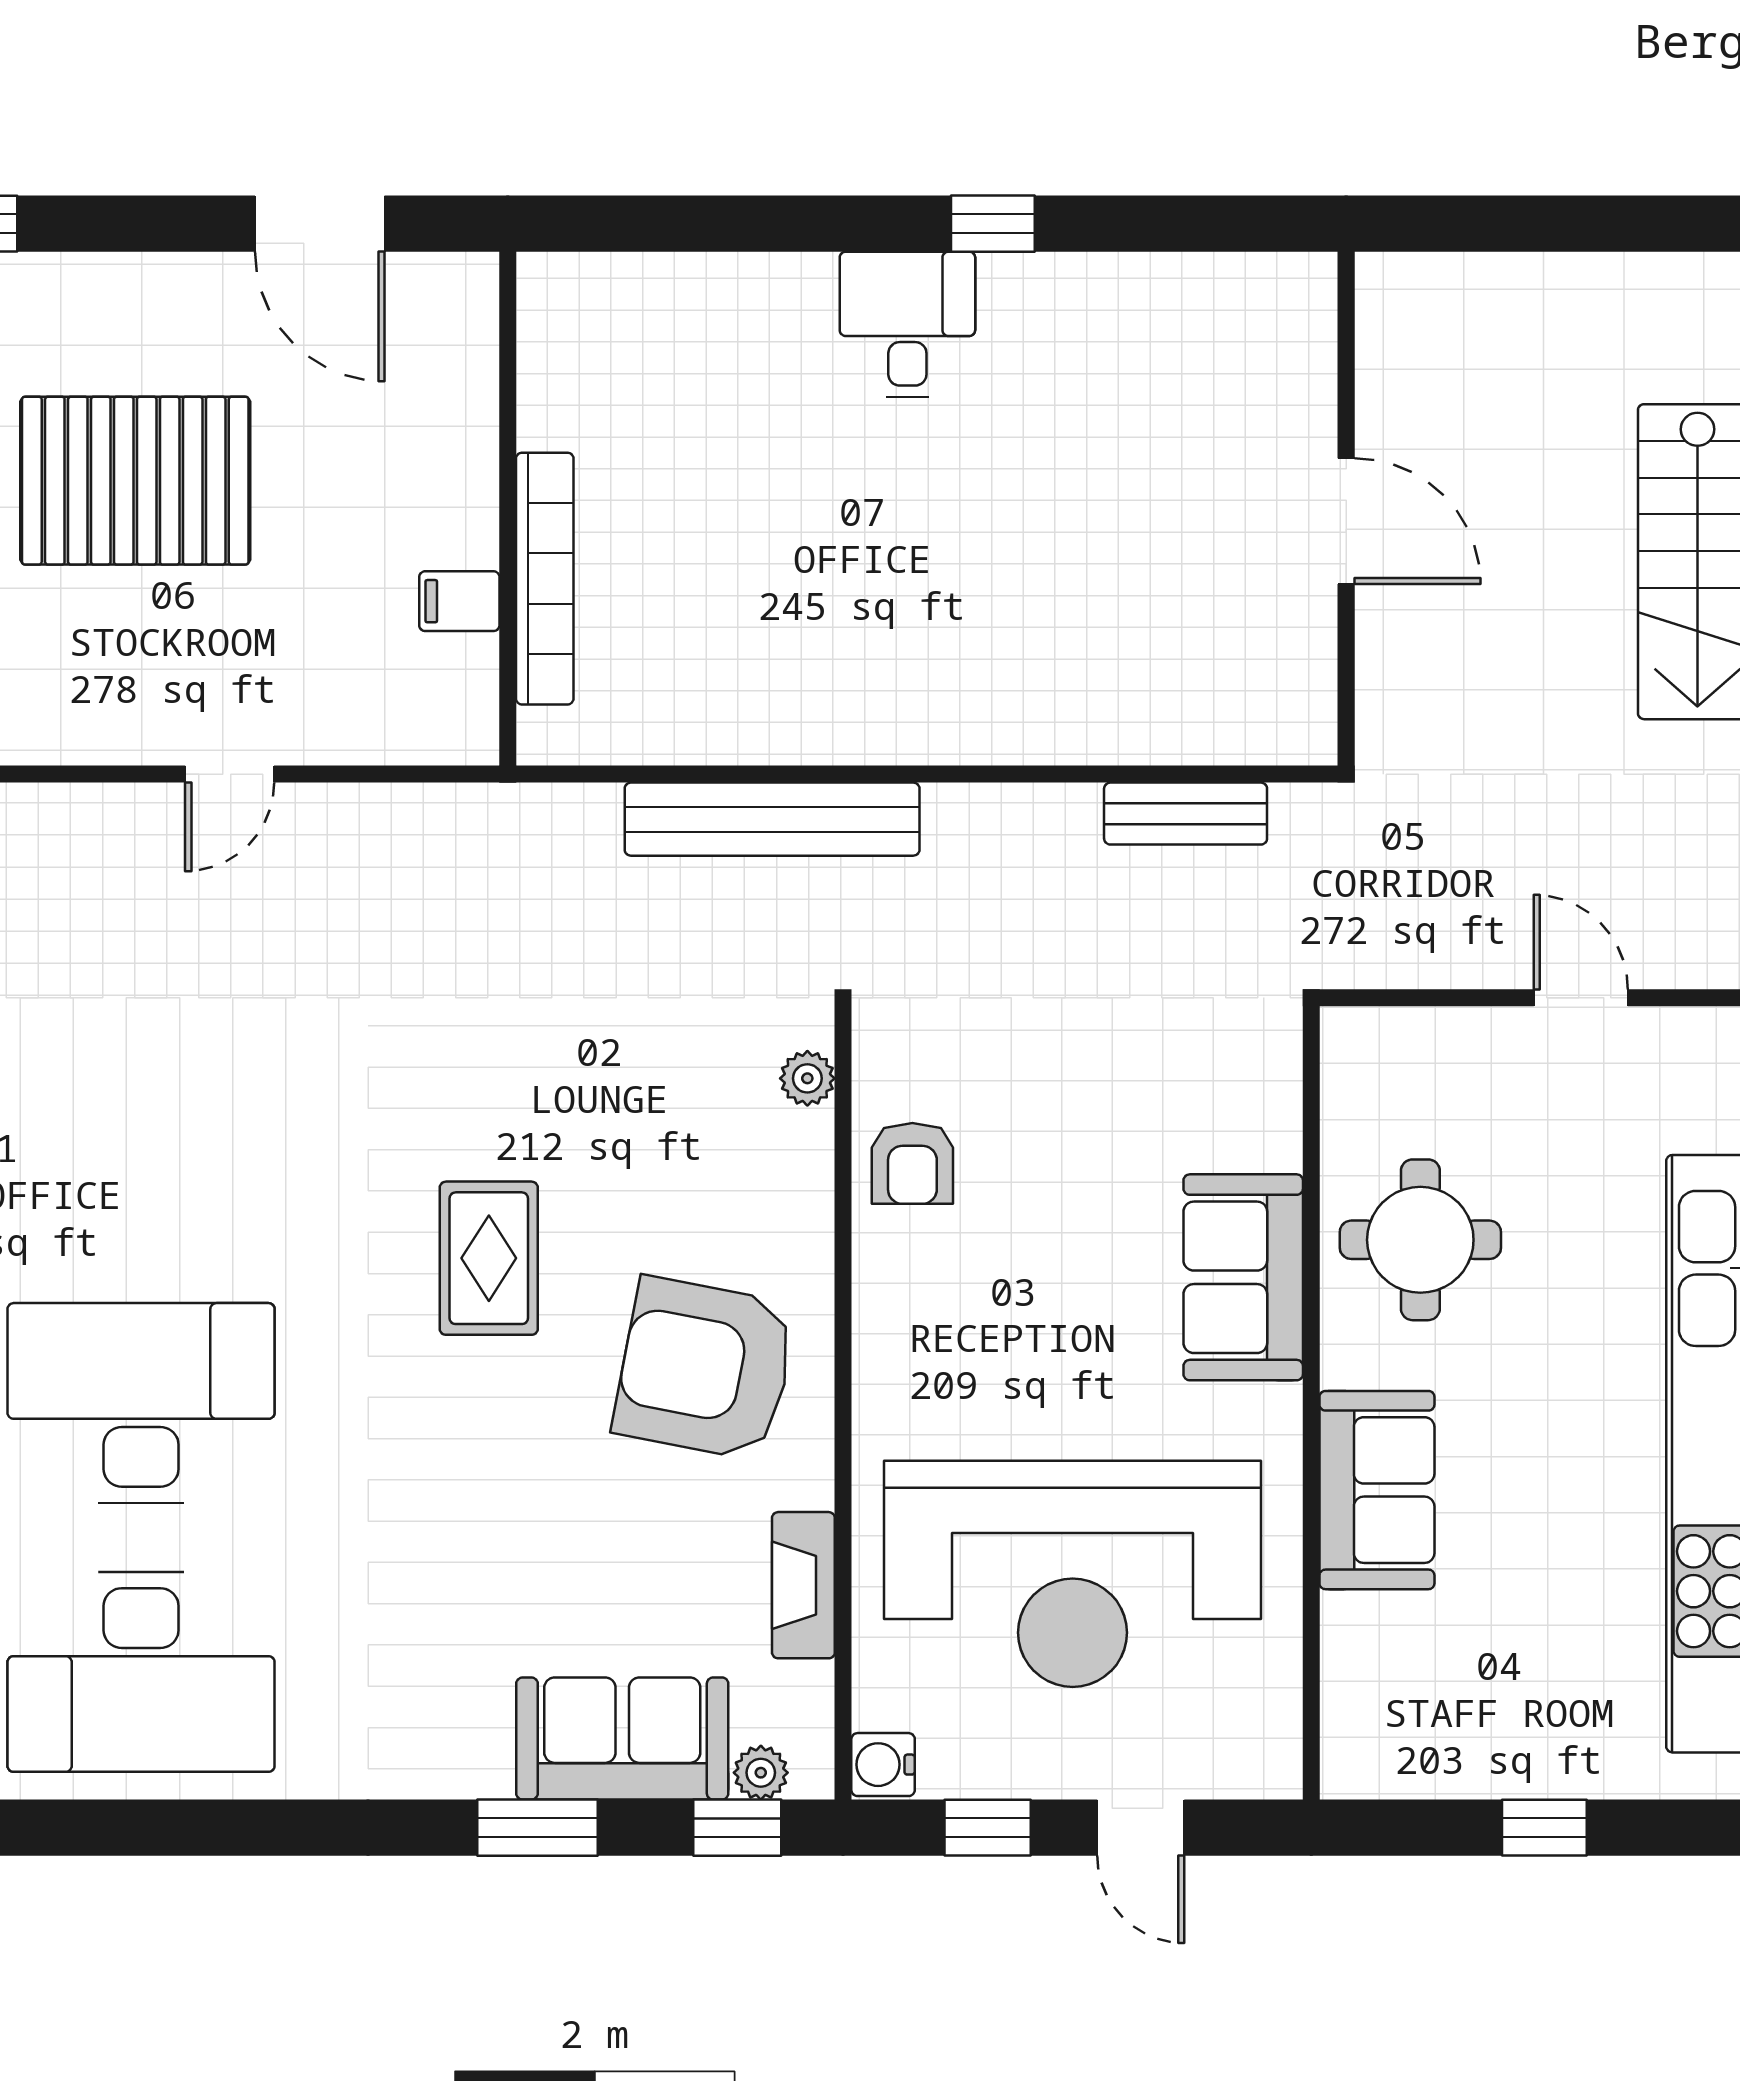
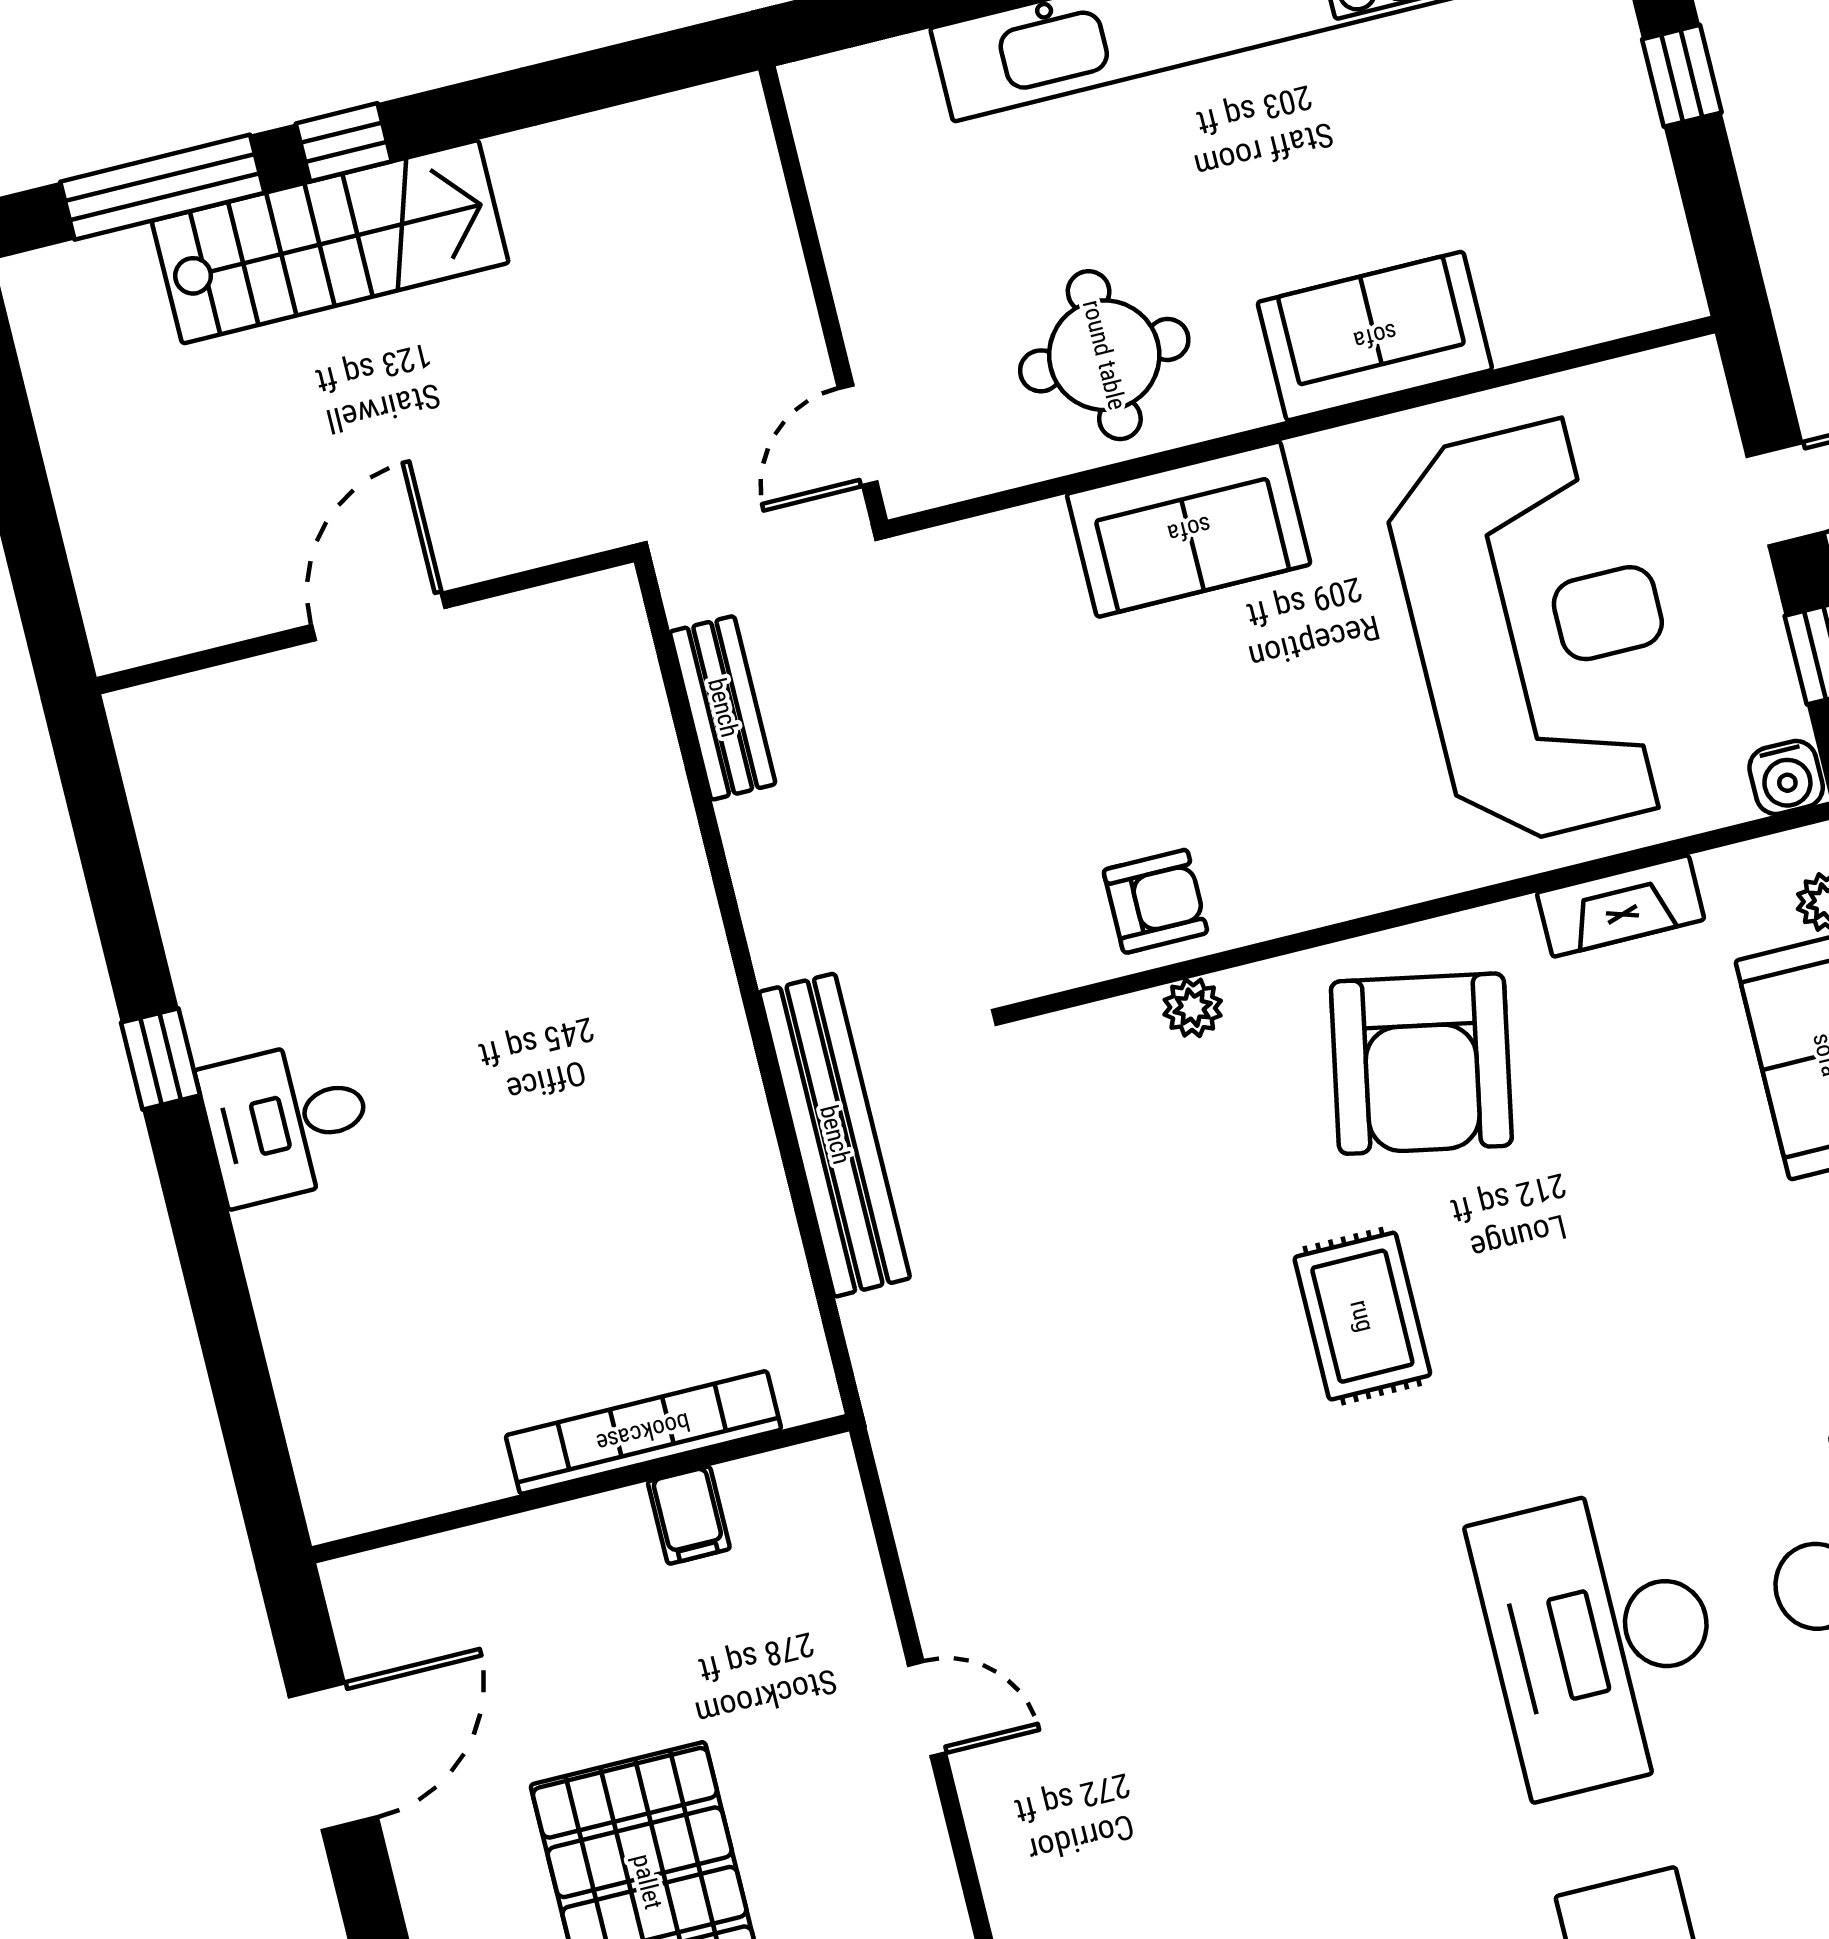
door: (1581, 998) -> (858, 435), moved
plant: (807, 1078) -> (1193, 1008), moved
rug: (489, 1258) -> (1362, 1316), turned 90

